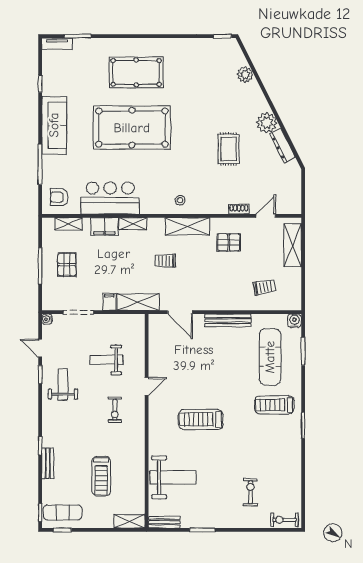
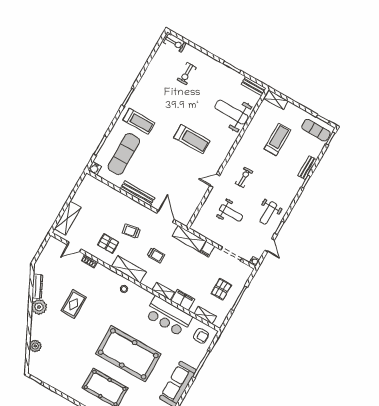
trolley: (264, 287) -> (131, 231), moved

